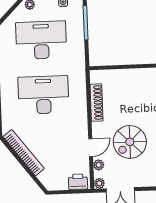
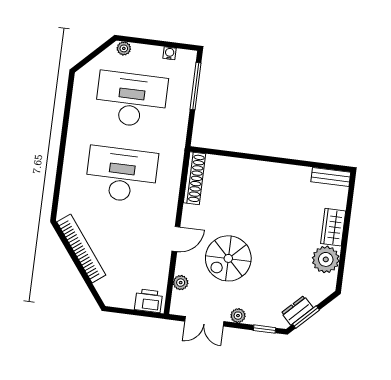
shoe rack: (97, 103) -> (195, 178), moved
door: (91, 148) -> (176, 239), moved
plant: (99, 183) -> (238, 316), moved

